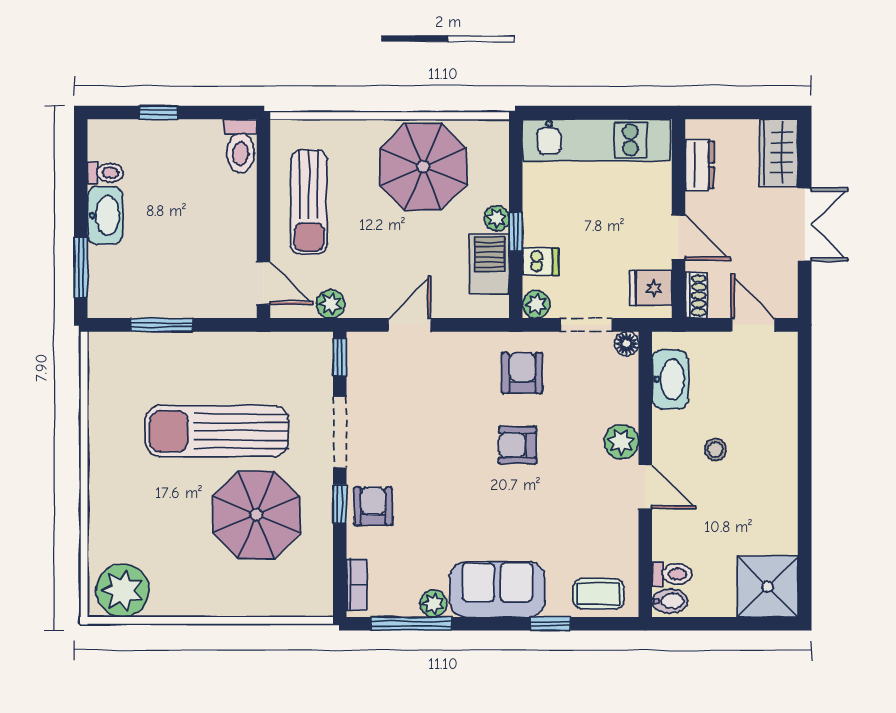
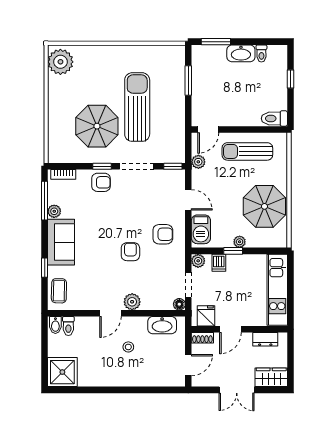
barbecue: (490, 263) -> (201, 229), moved, turned 90
armchair: (522, 373) -> (163, 234), moved

